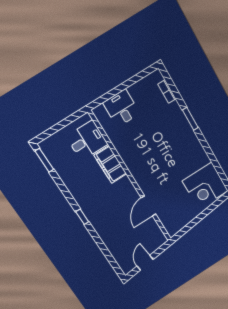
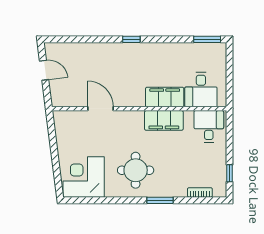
window: (138, 77) -> (230, 173), added
desk: (121, 108) -> (209, 126), moved, turned -90
round table: (179, 151) -> (136, 170), added
filing cabinet: (128, 154) -> (164, 120), added

